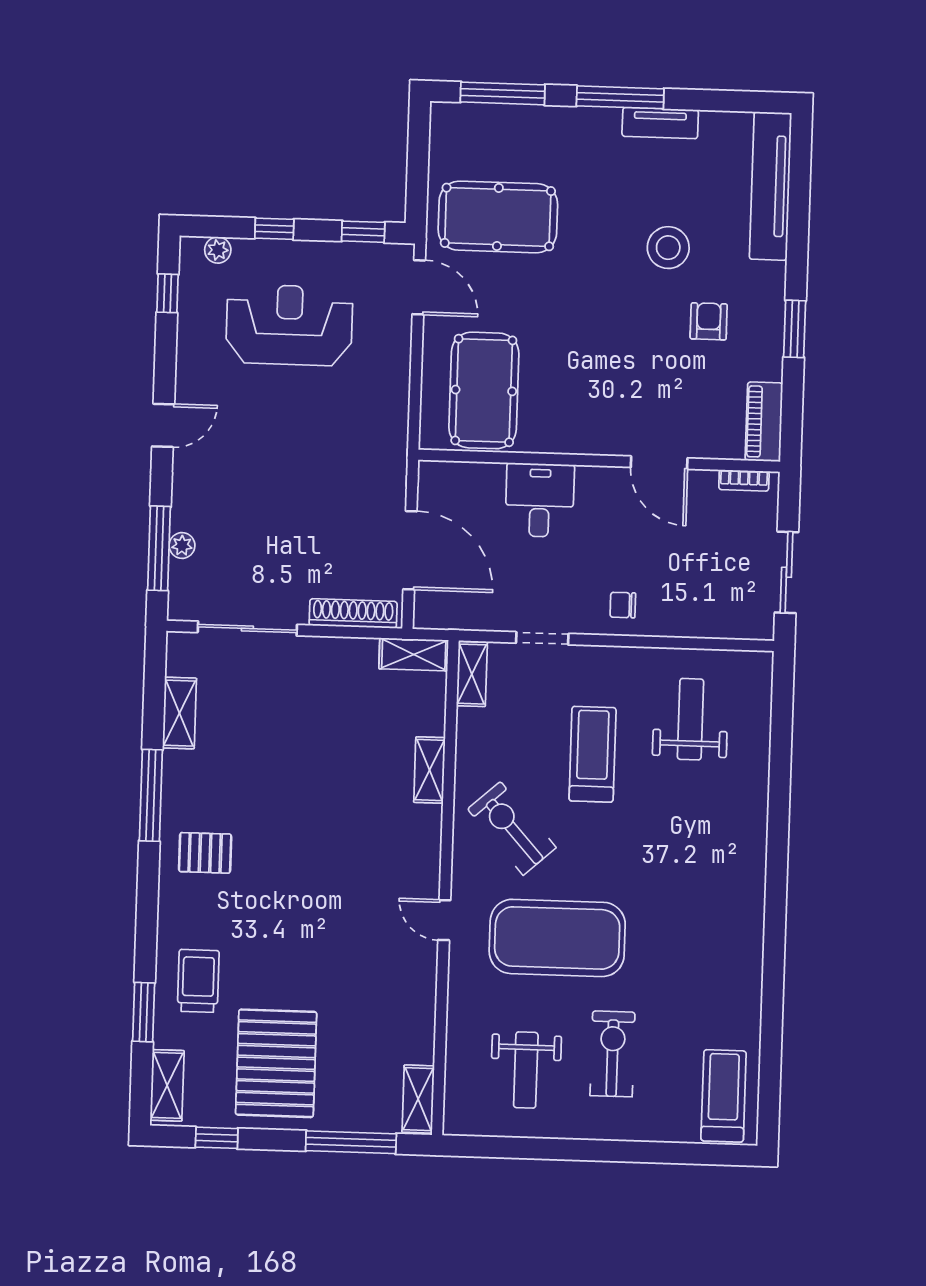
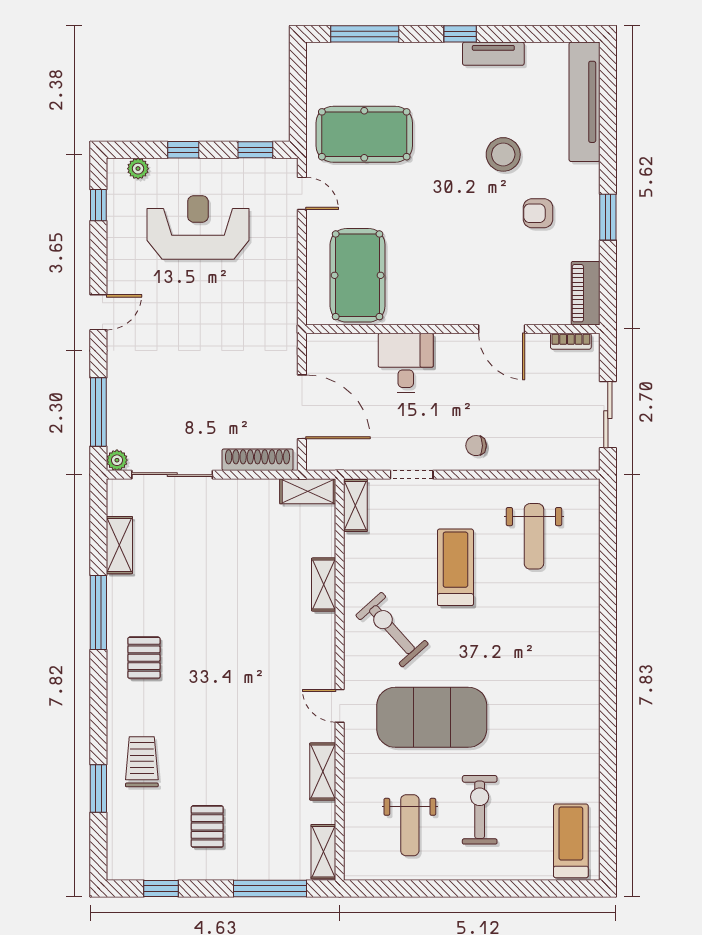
window: (620, 97) -> (460, 34), width x0.46
door: (419, 287) -> (302, 193), width x0.73
armchair: (709, 321) -> (538, 213), turned -90
plant: (182, 545) -> (117, 460), moved
weight bench: (690, 719) -> (534, 536), turned 180
pallet: (205, 853) -> (144, 658), turned 90
pallet: (276, 1063) -> (207, 826), width x0.49, depth x0.50
shelving: (167, 1085) -> (323, 772), moved

